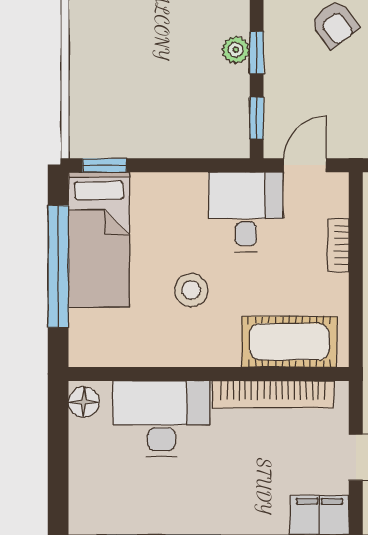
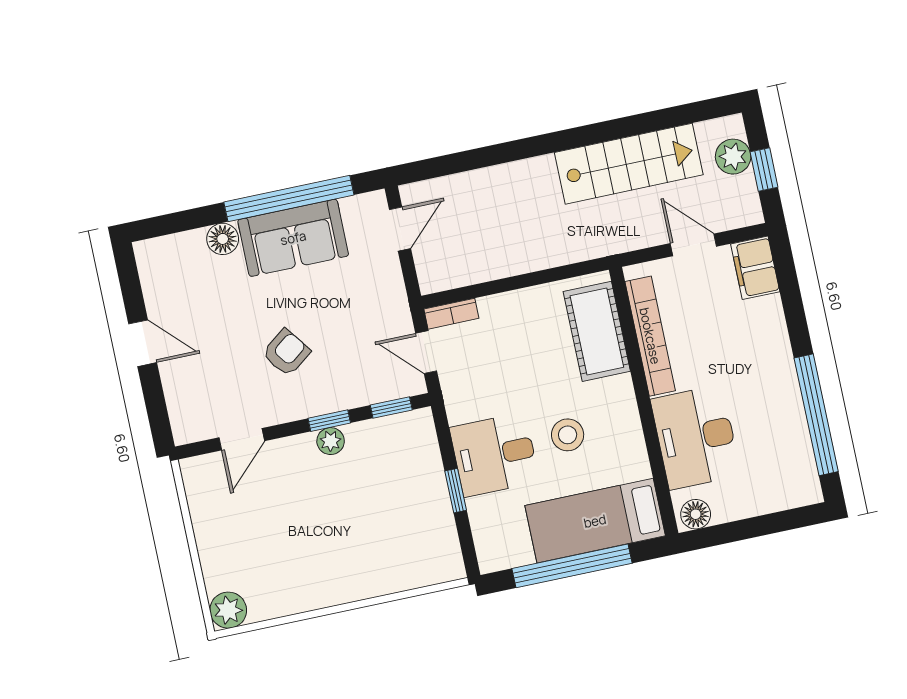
window: (104, 165) -> (456, 491), moved
desk: (246, 212) -> (494, 455), moved
bed: (99, 240) -> (595, 521), moved, turned 180
bookcase: (338, 245) -> (451, 314), moved

